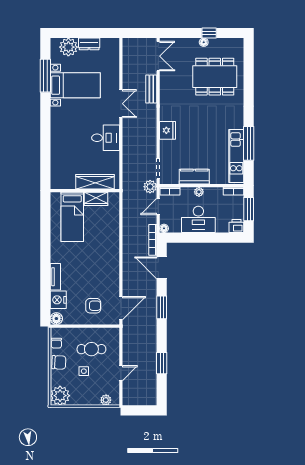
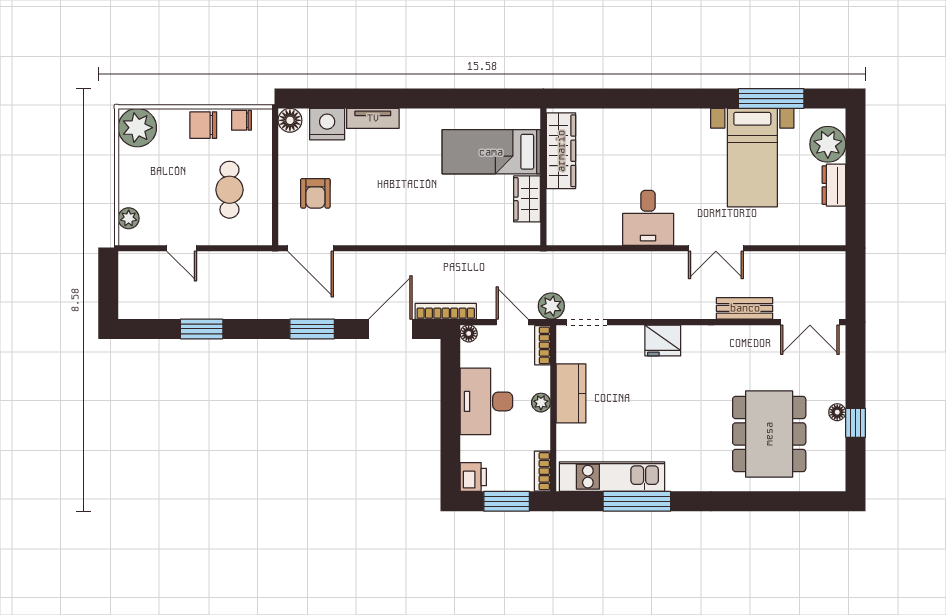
wardrobe: (95, 182) -> (561, 151), moved
chair: (59, 362) -> (203, 125), turned 87
side table: (84, 371) -> (186, 175), removed

